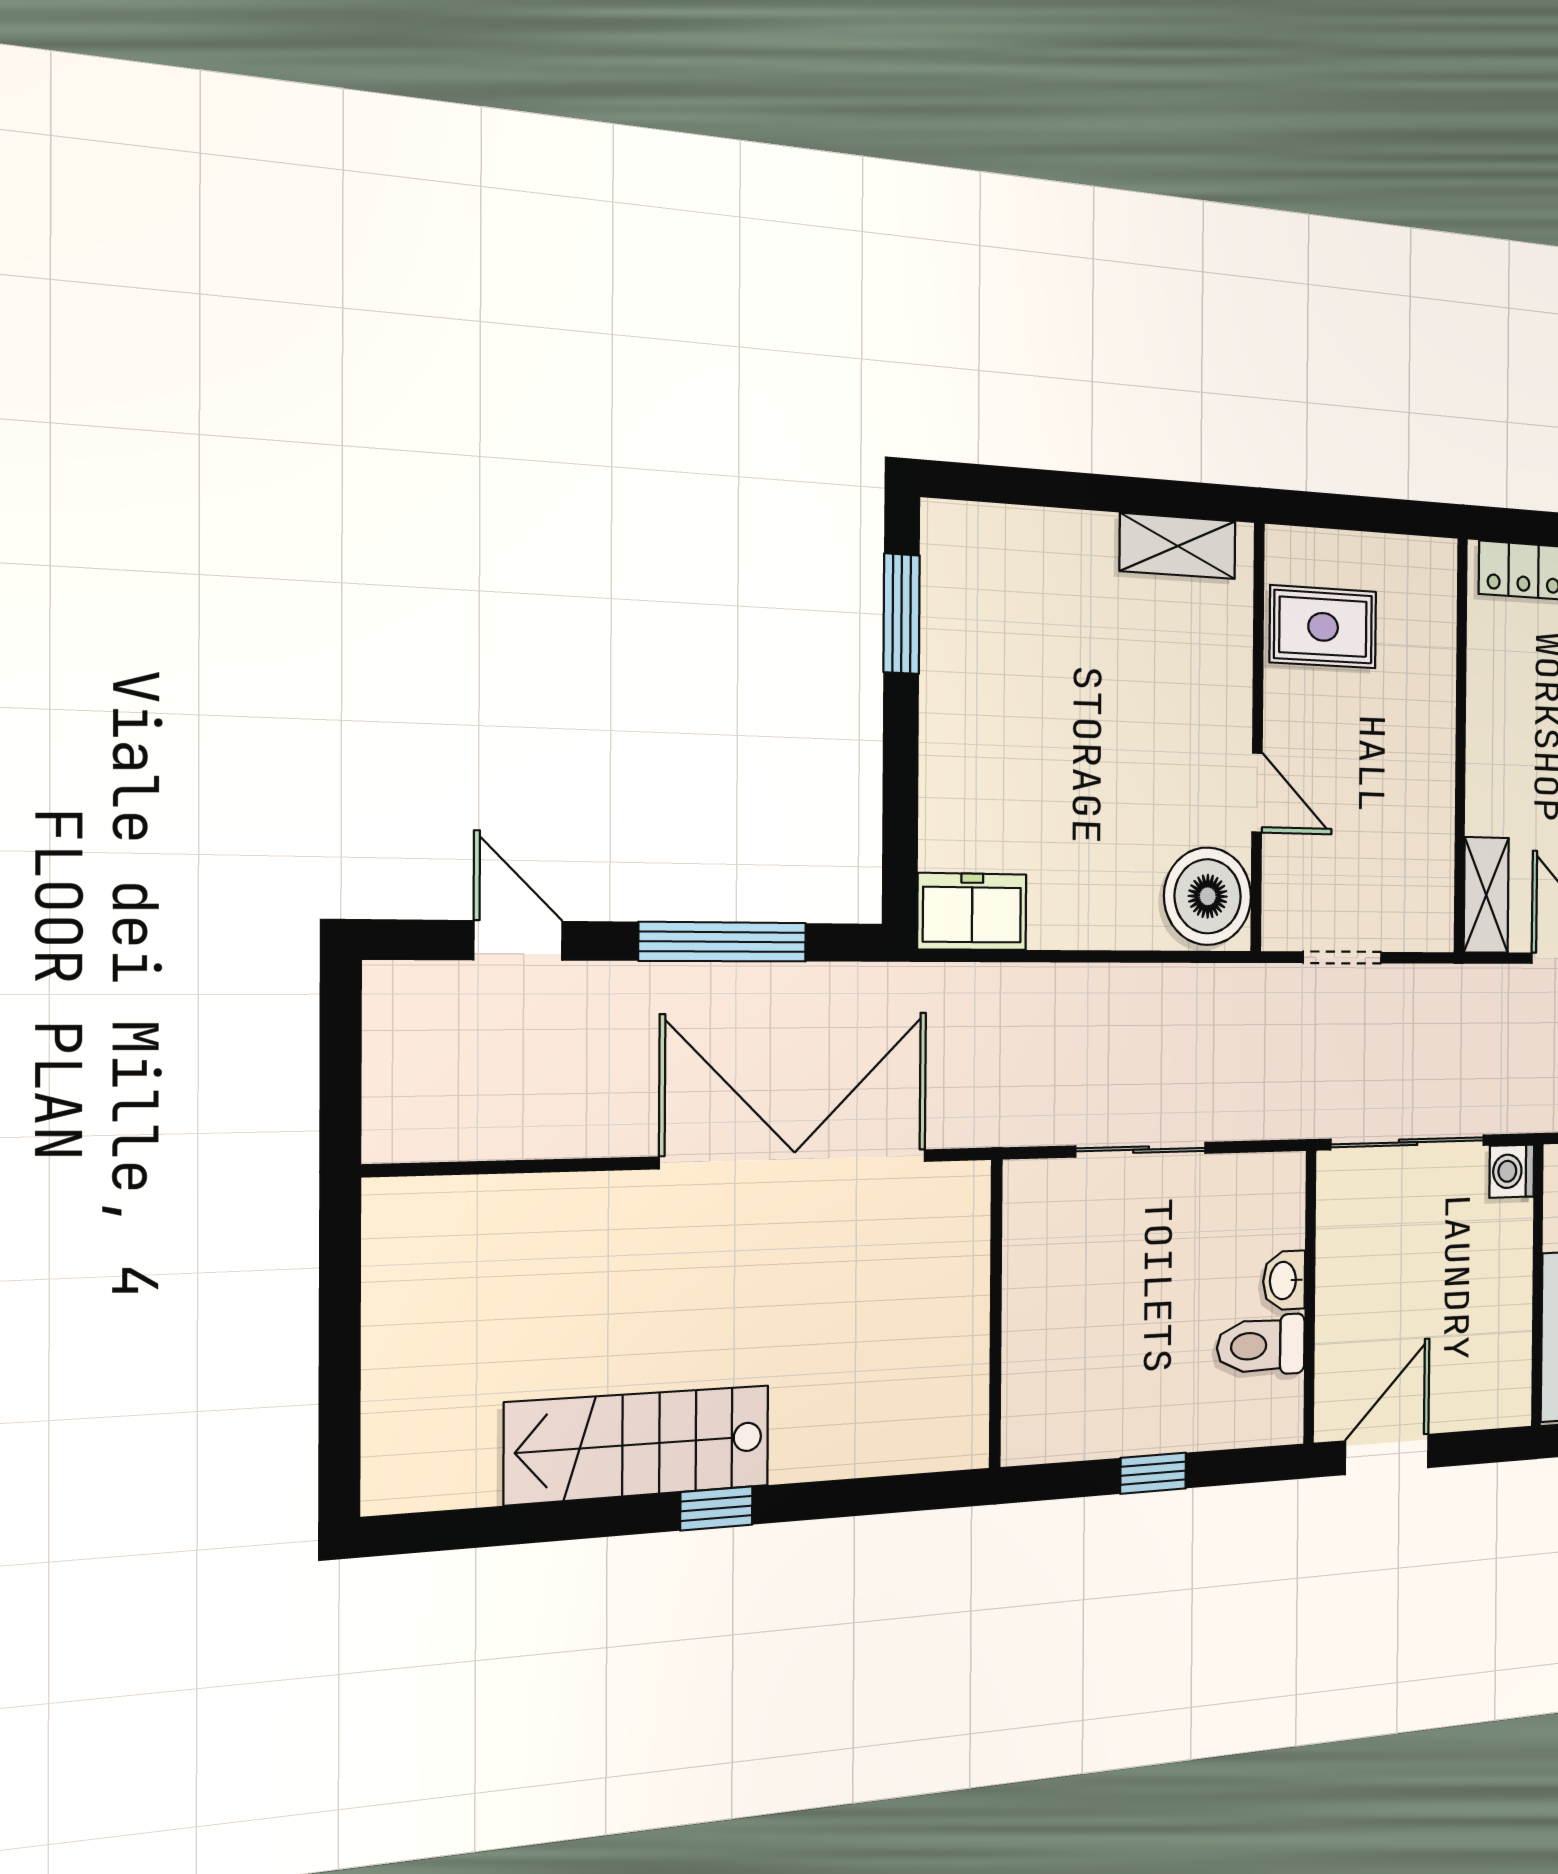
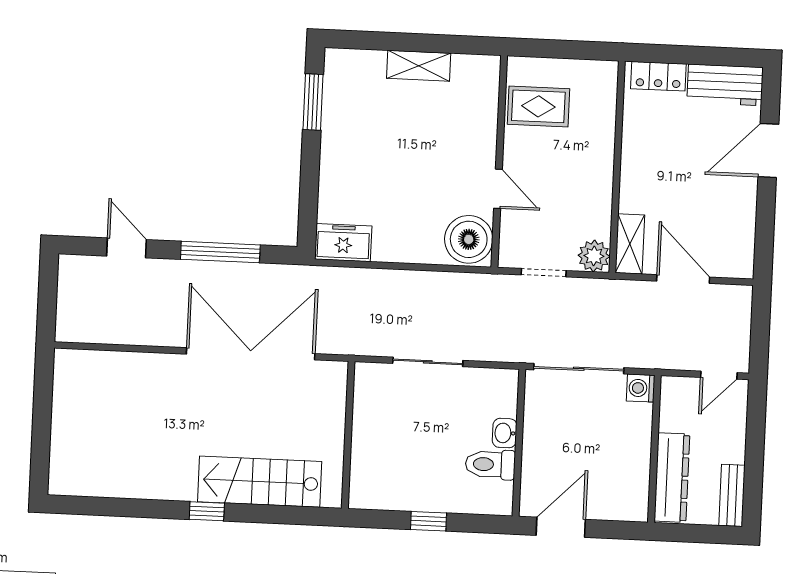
shelving: (1178, 546) -> (419, 66), moved
plant: (1427, 921) -> (594, 256), added
stairs: (638, 1445) -> (260, 482), moved

